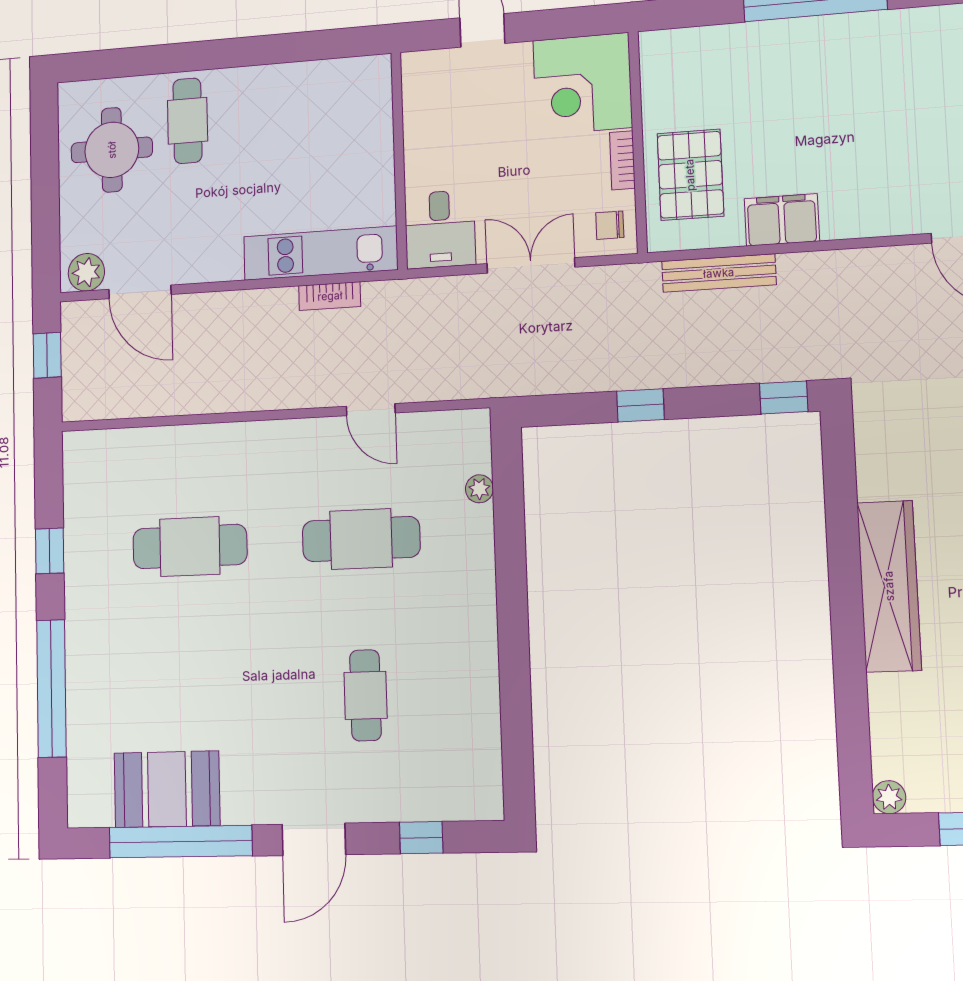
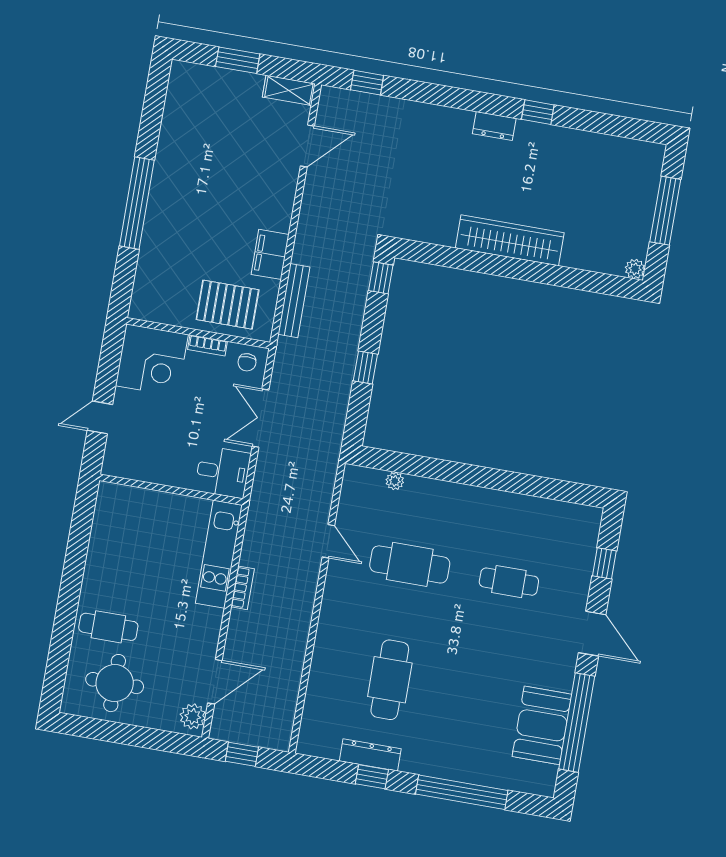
bookcase: (330, 296) -> (243, 588), moved
door: (371, 410) -> (328, 541), hinge flipped
cafe table: (361, 539) -> (410, 564), turned 90
dresser: (79, 542) -> (370, 755), added

